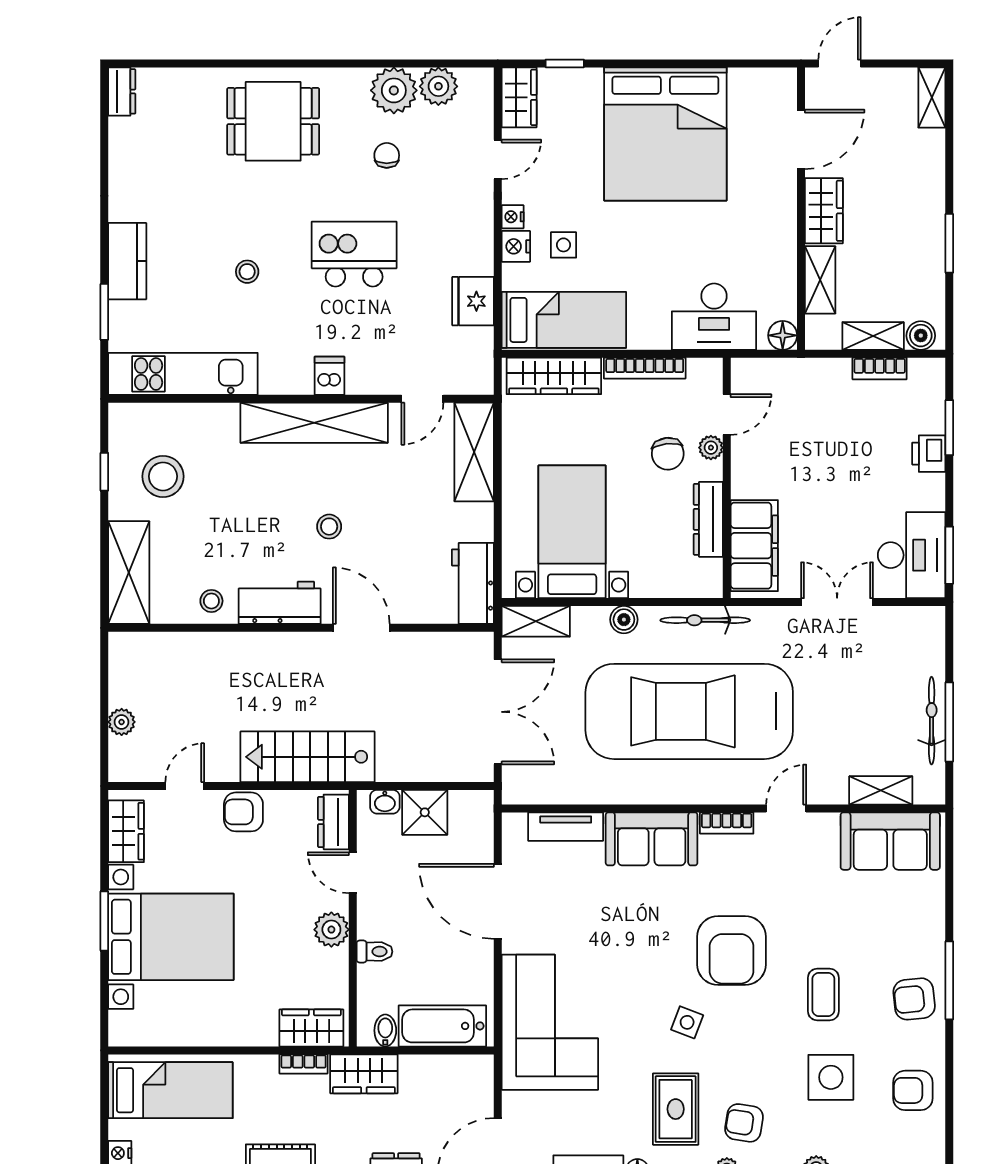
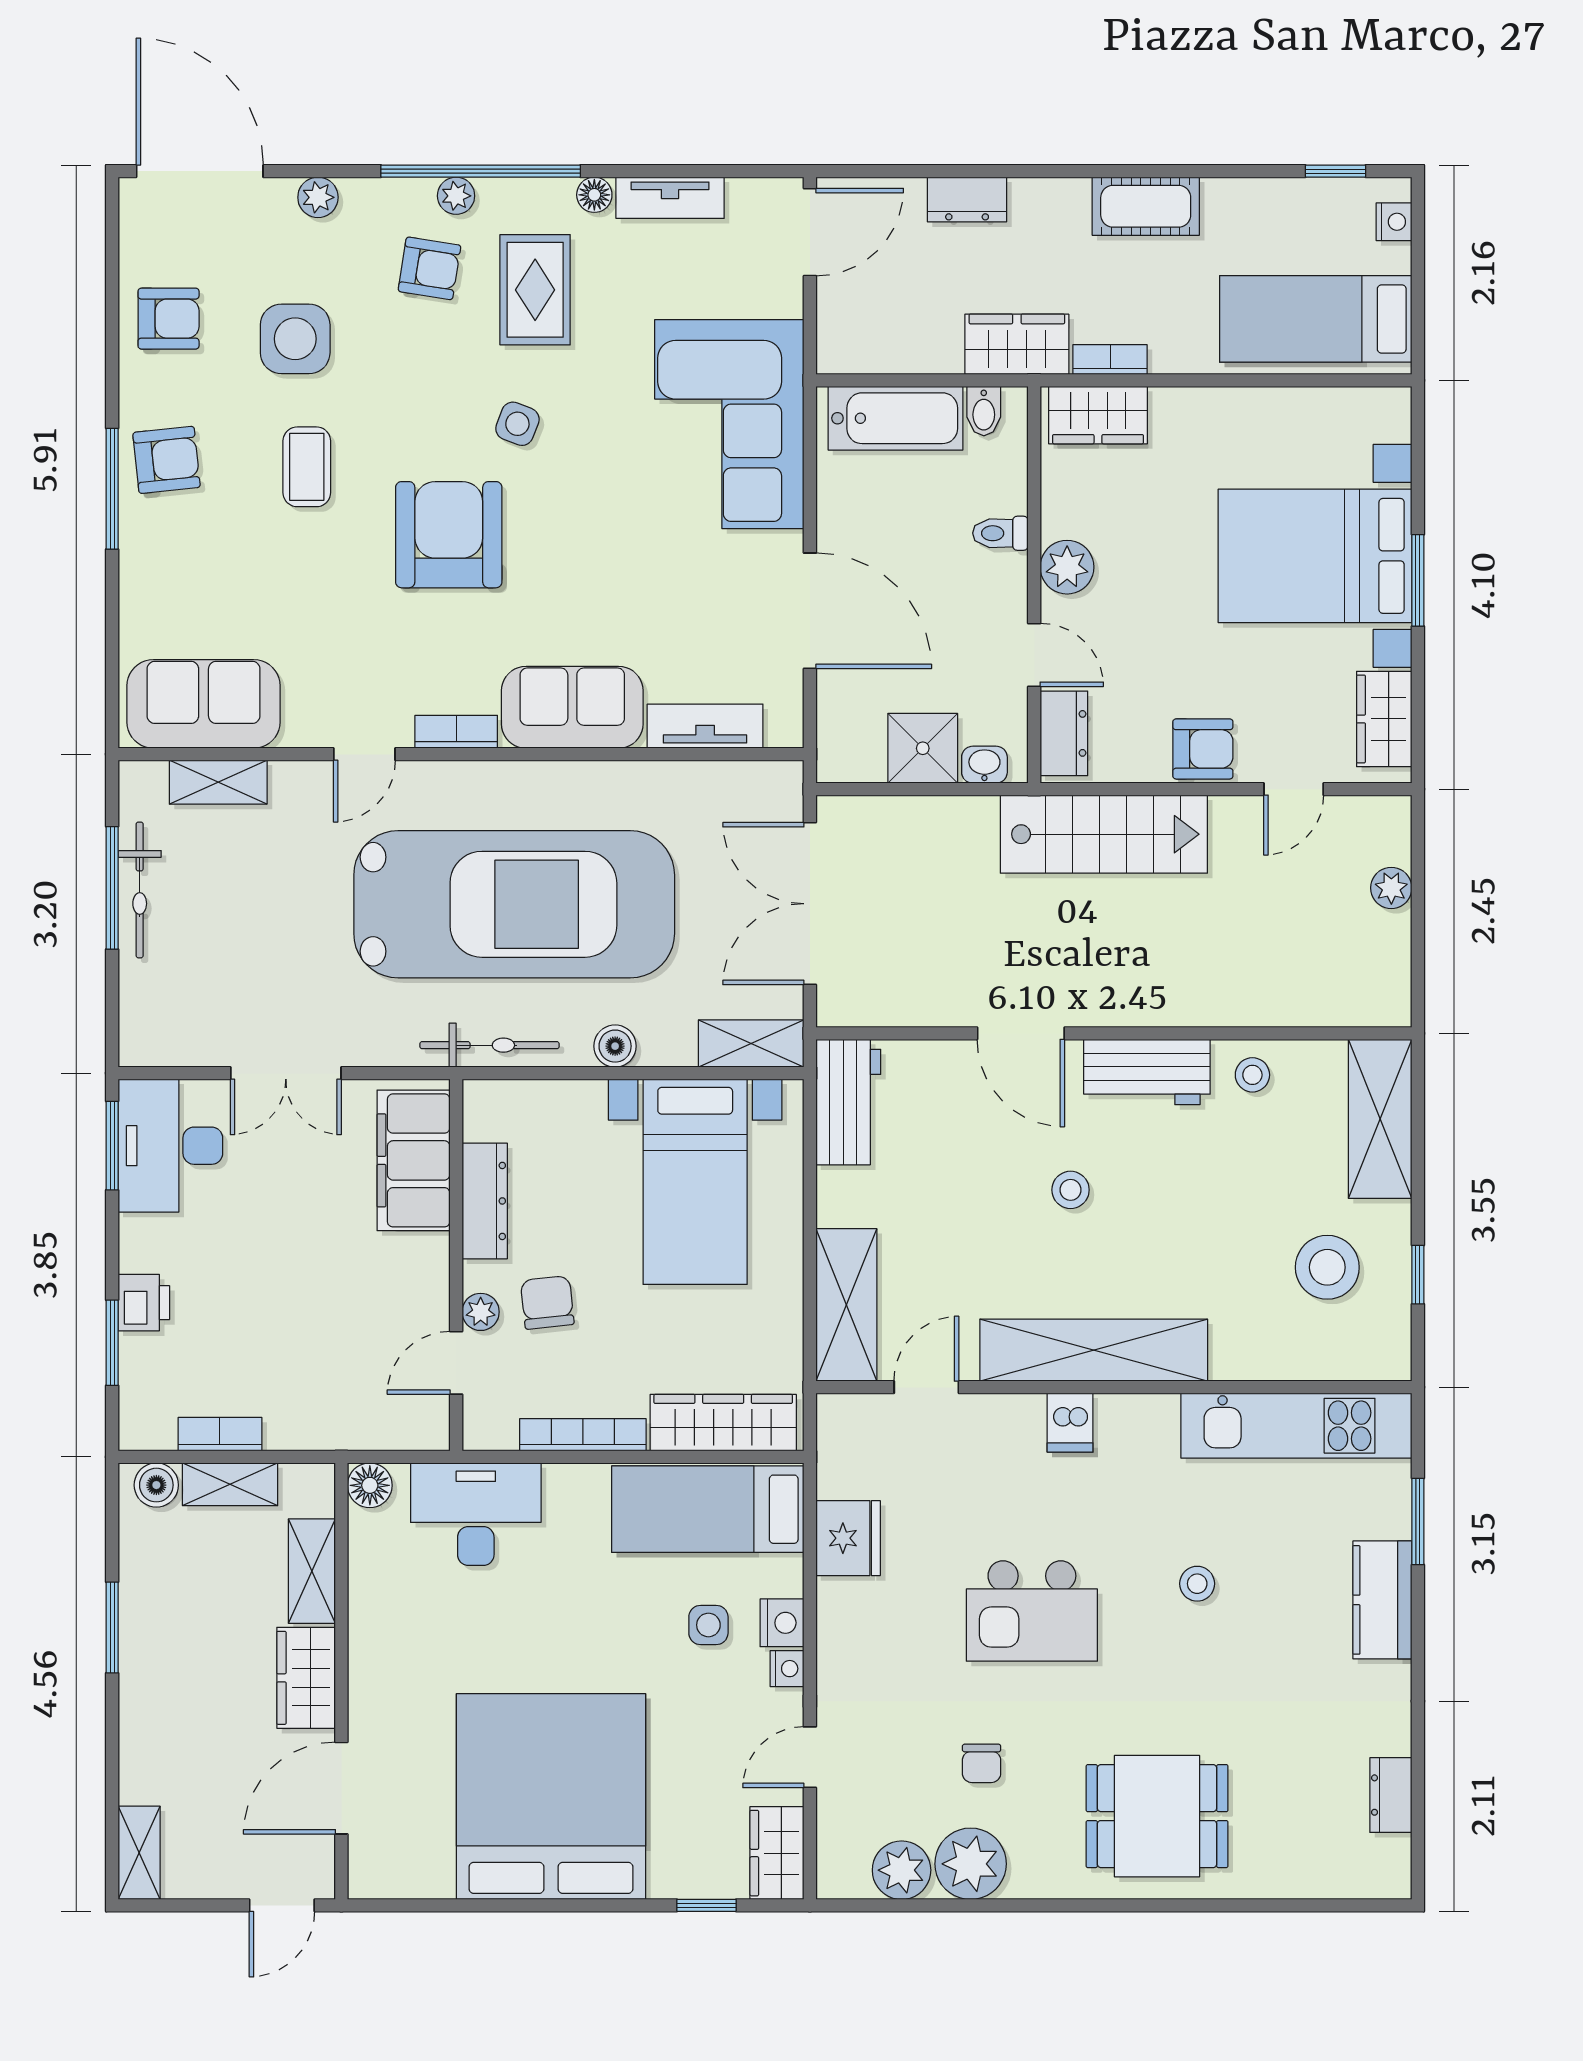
dresser: (122, 91) -> (1391, 1795), moved

